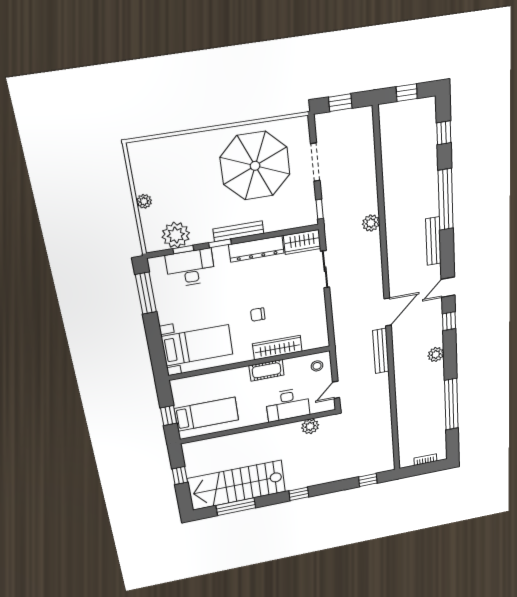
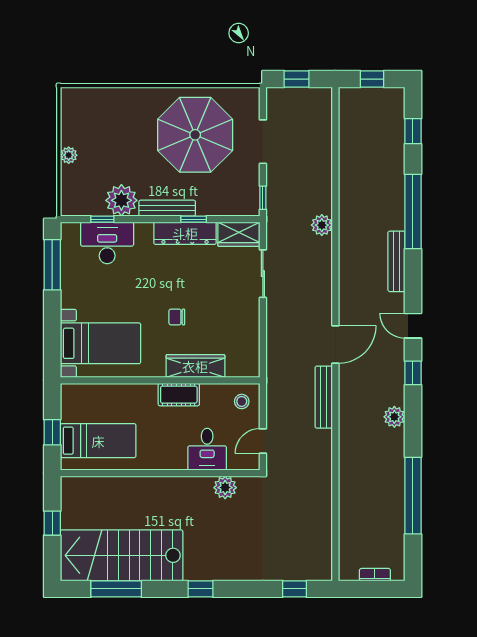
plant: (176, 235) -> (121, 200), moved
window: (220, 243) -> (194, 219), moved
door: (448, 287) -> (413, 326), hinge flipped
desk: (288, 405) -> (207, 449), width x0.73

